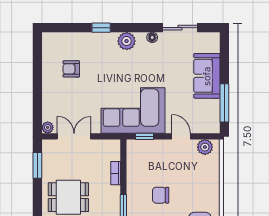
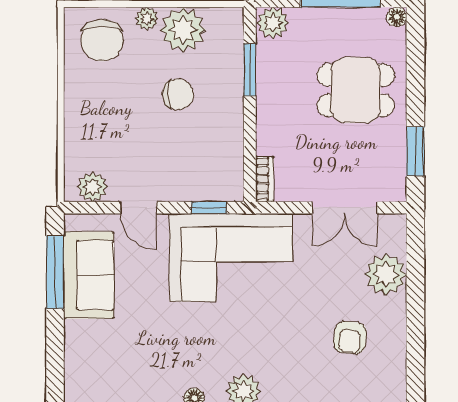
armchair: (71, 69) -> (350, 338), turned 96
sofa: (207, 76) -> (89, 275), moved
plant: (48, 127) -> (386, 274), moved, width x1.88, depth x1.88
bookcase: (116, 173) -> (265, 179), moved

